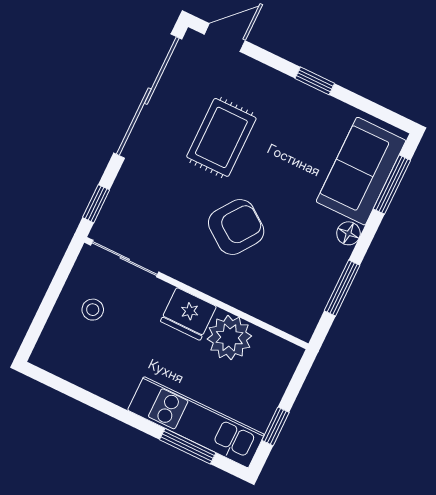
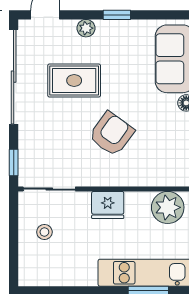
plant: (268, 79) -> (86, 28), added
rug: (221, 137) -> (74, 81), turned 90
plant: (229, 338) -> (168, 207), moved

